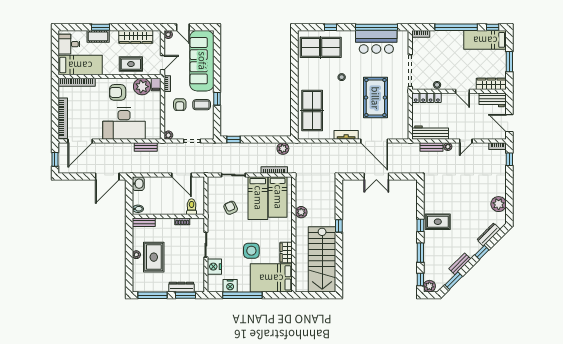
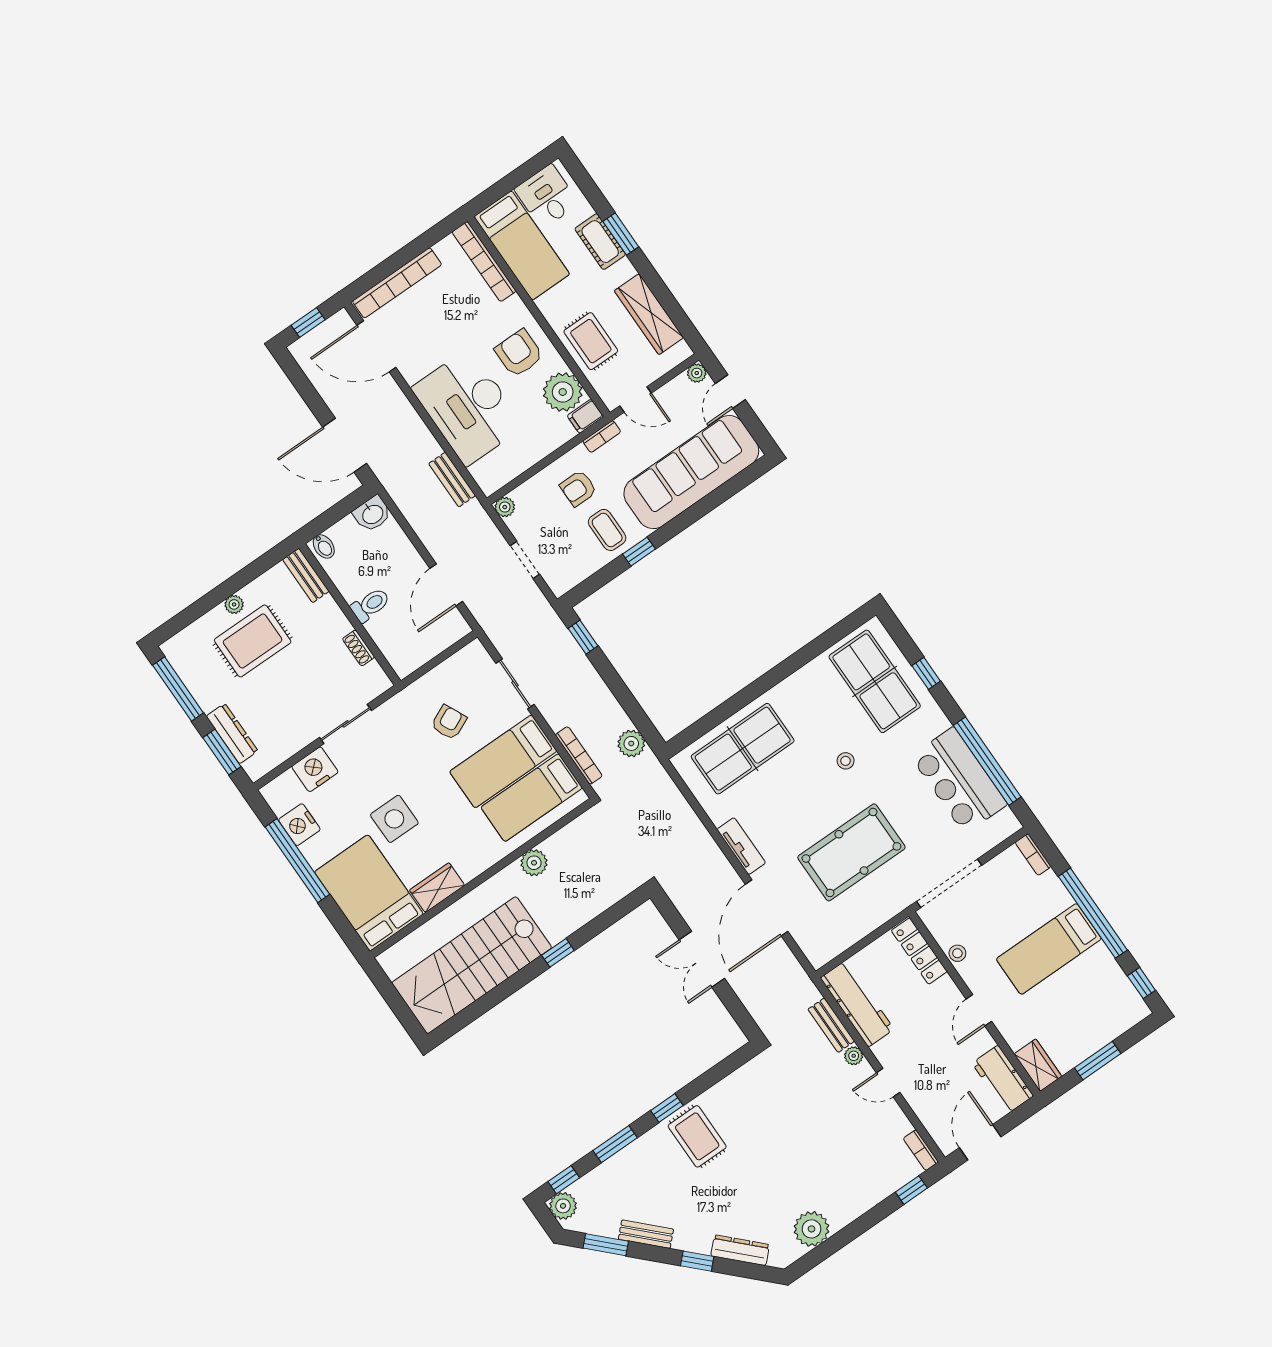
bed: (485, 40) -> (1049, 949), moved, turned -90
wardrobe: (491, 84) -> (1038, 1065), width x0.67
toilet: (192, 207) -> (370, 605), moved

